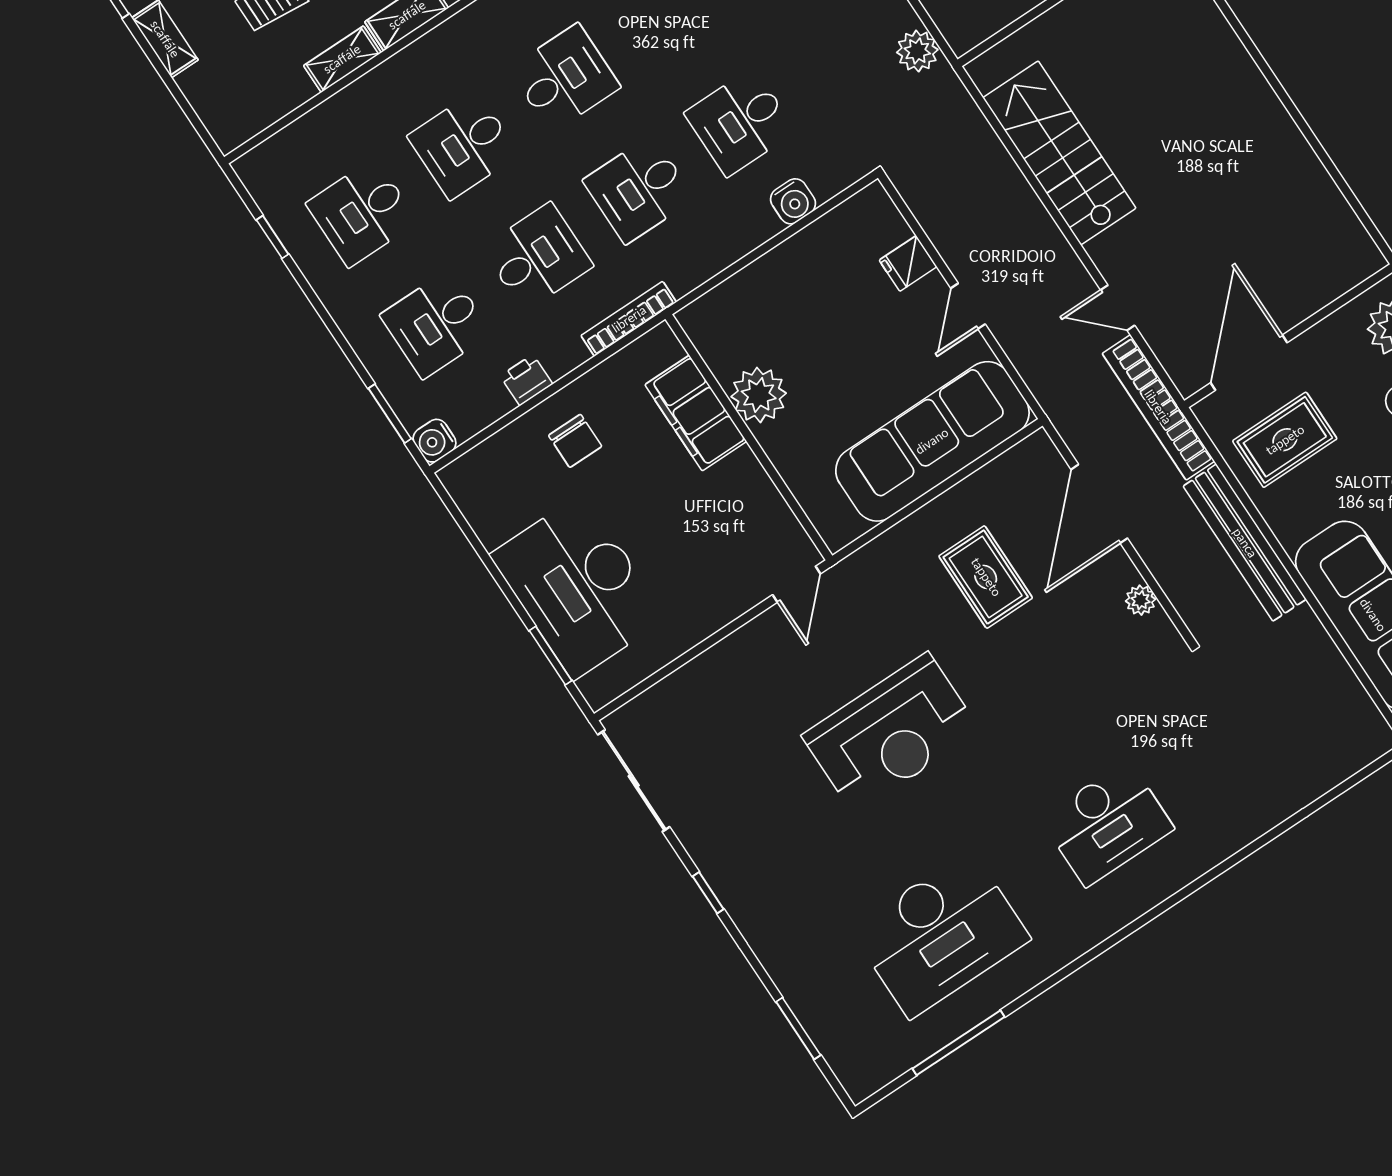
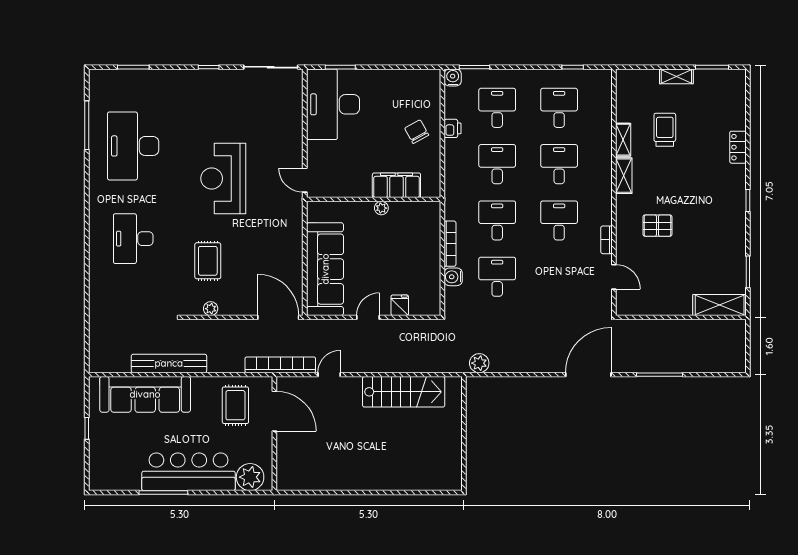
desk: (565, 78) -> (559, 220), turned 180
desk: (537, 257) -> (497, 164), turned 180
door: (968, 306) -> (368, 317), hinge flipped
bookcase: (629, 319) -> (450, 244), moved
plant: (759, 395) -> (381, 208), width x0.53, depth x0.53
chair: (575, 441) -> (417, 132), turned 61
door: (1099, 504) -> (278, 317), moved
bench: (1245, 543) -> (169, 363), moved
rug: (986, 577) -> (208, 261), moved, turned 90
desk: (578, 587) -> (333, 104), moved, turned -90

